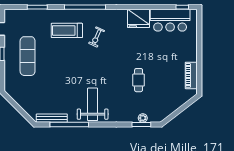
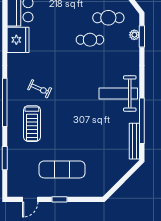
cafe table: (157, 96) -> (108, 18), added

